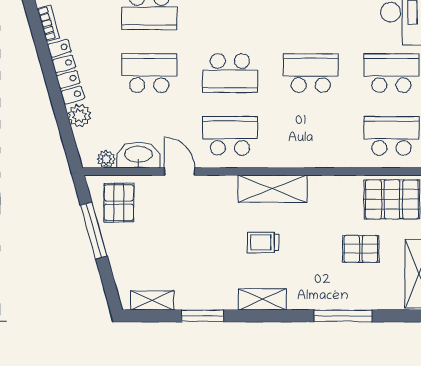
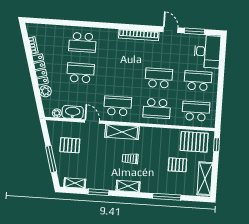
school desk: (230, 73) -> (157, 108), moved
shelving: (272, 189) -> (122, 132), moved
pallet: (119, 203) -> (70, 145), moved, turned 90
window: (94, 230) -> (51, 159), moved

